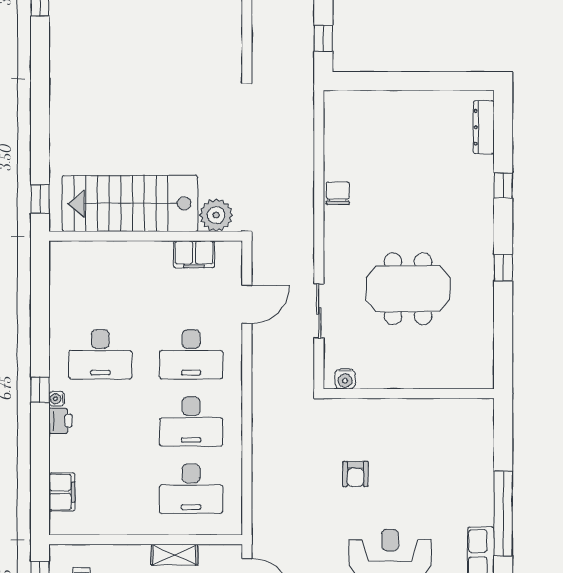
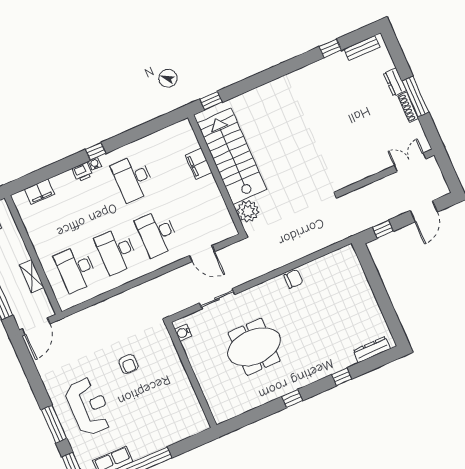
filing cabinet: (194, 254) -> (199, 164), moved
meeting table: (408, 289) -> (254, 347), turned 90
armchair: (355, 474) -> (128, 364), turned -90

